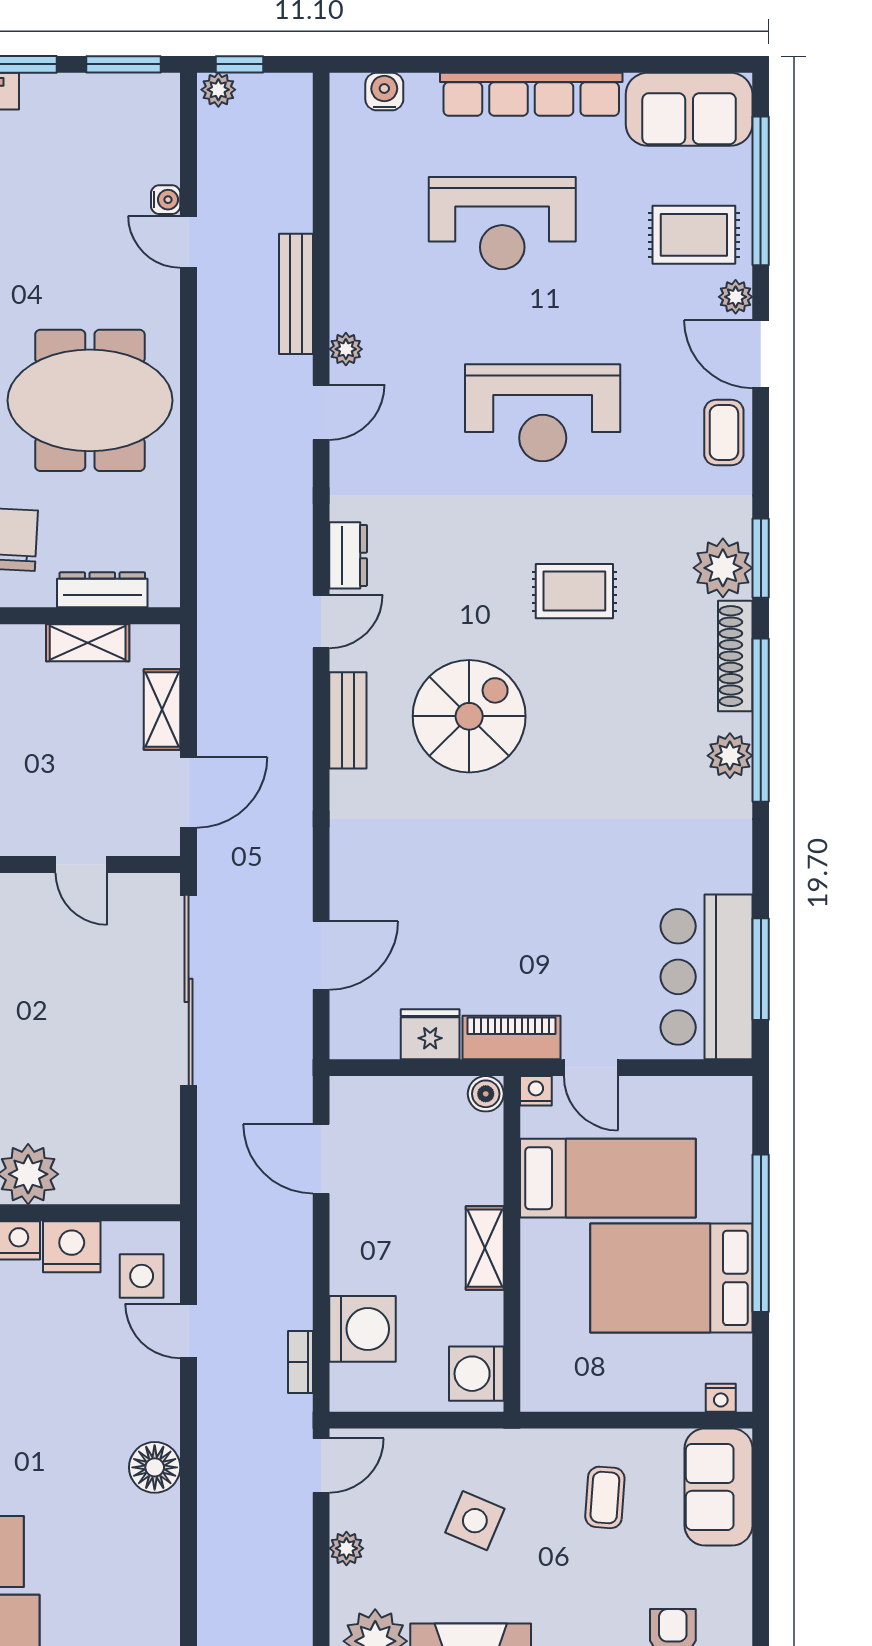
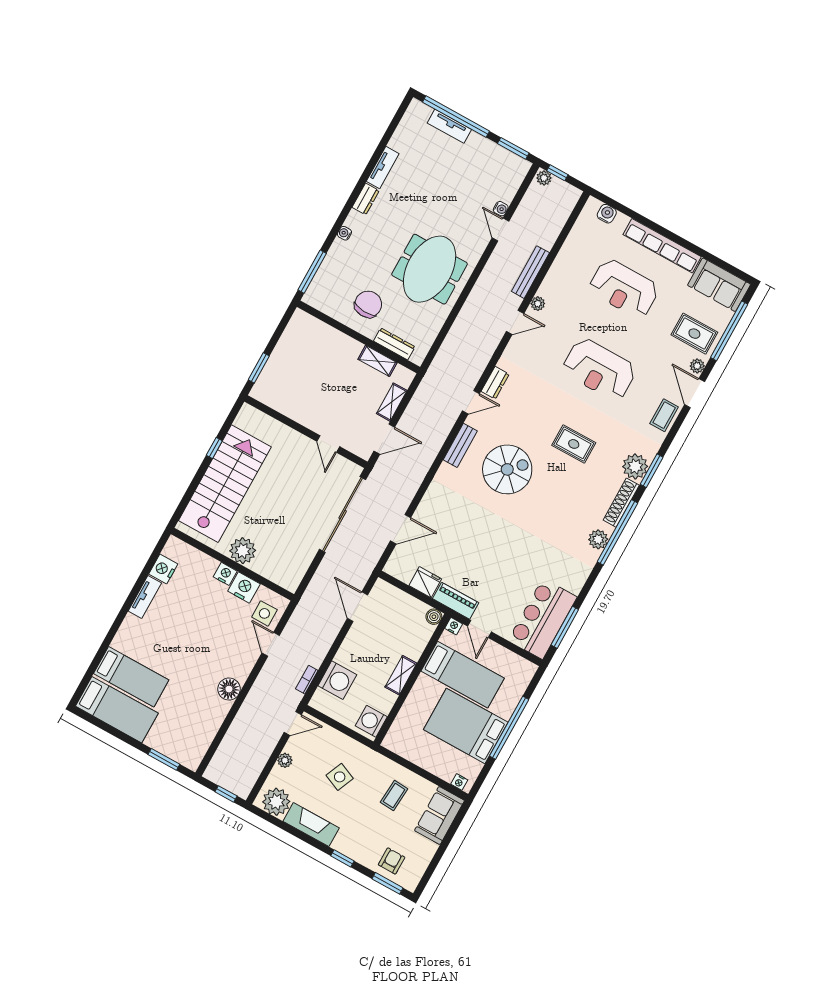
meeting table: (90, 400) -> (430, 269), turned 90

